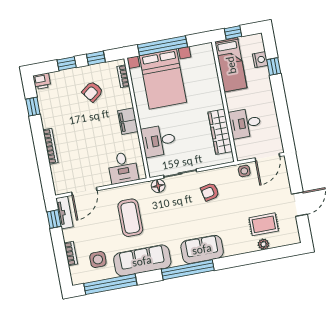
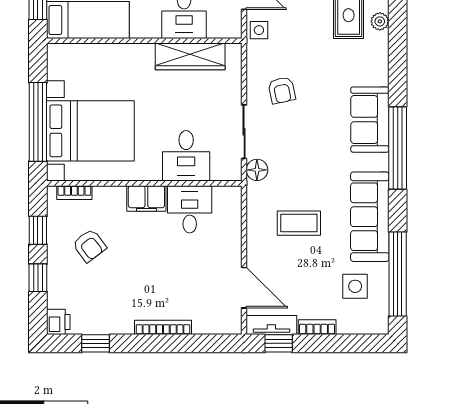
desk: (123, 168) -> (190, 209), moved, turned -90
coffee table: (130, 218) -> (299, 223), width x0.73, depth x0.76
bookcase: (71, 253) -> (317, 327), moved

